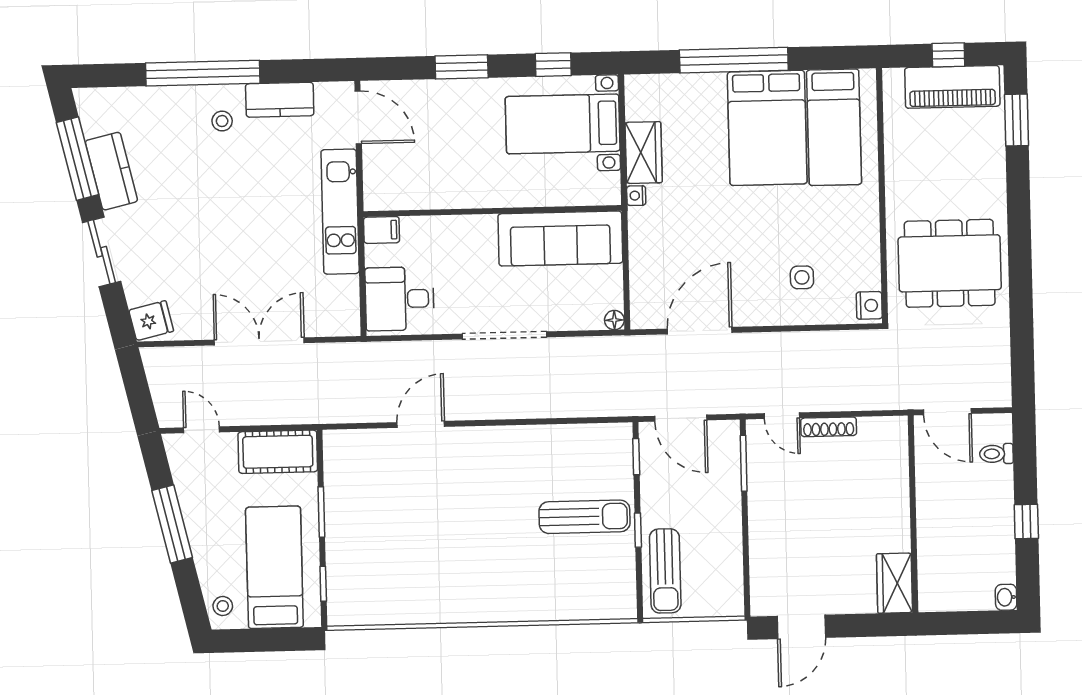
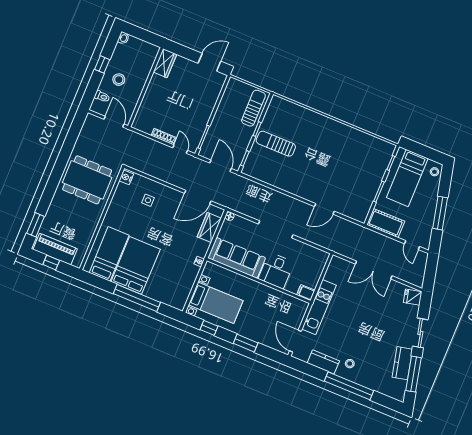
wardrobe: (644, 153) -> (209, 227), moved
desk: (400, 299) -> (276, 271), moved, turned 90
stool: (977, 505) -> (119, 80), added

